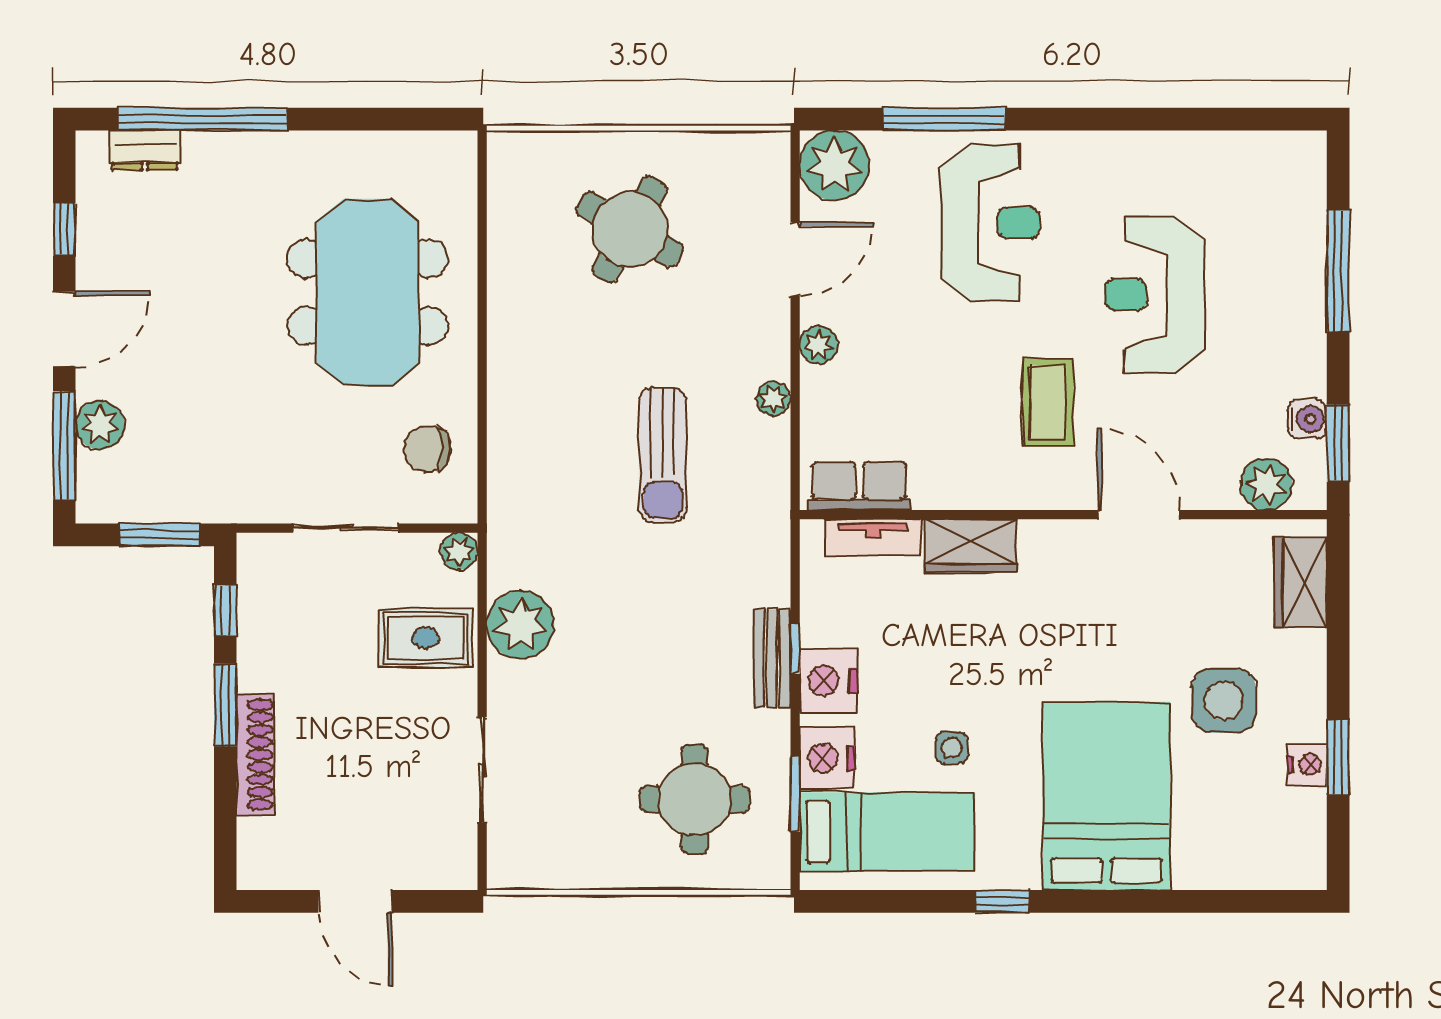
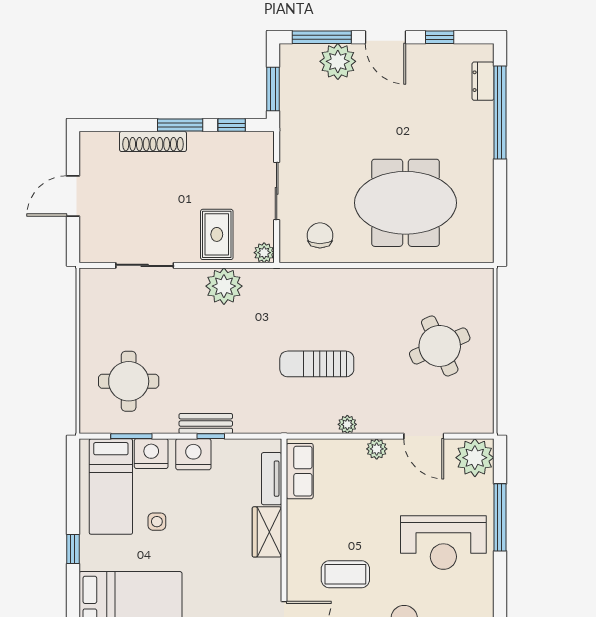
round table: (630, 229) -> (440, 346), turned 36
plant: (100, 425) -> (338, 61), width x1.36, depth x1.36

